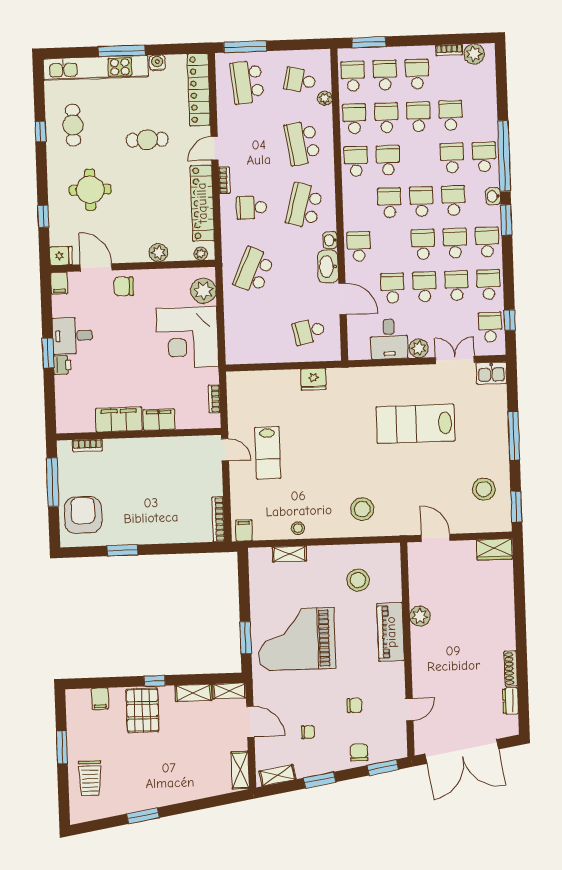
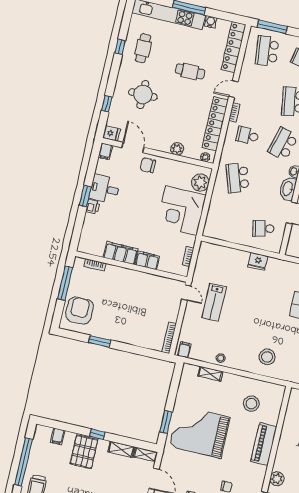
school desk: (254, 270) -> (238, 178), turned -42
plant: (420, 616) -> (277, 479), moved
window: (62, 747) -> (23, 462), width x2.11

